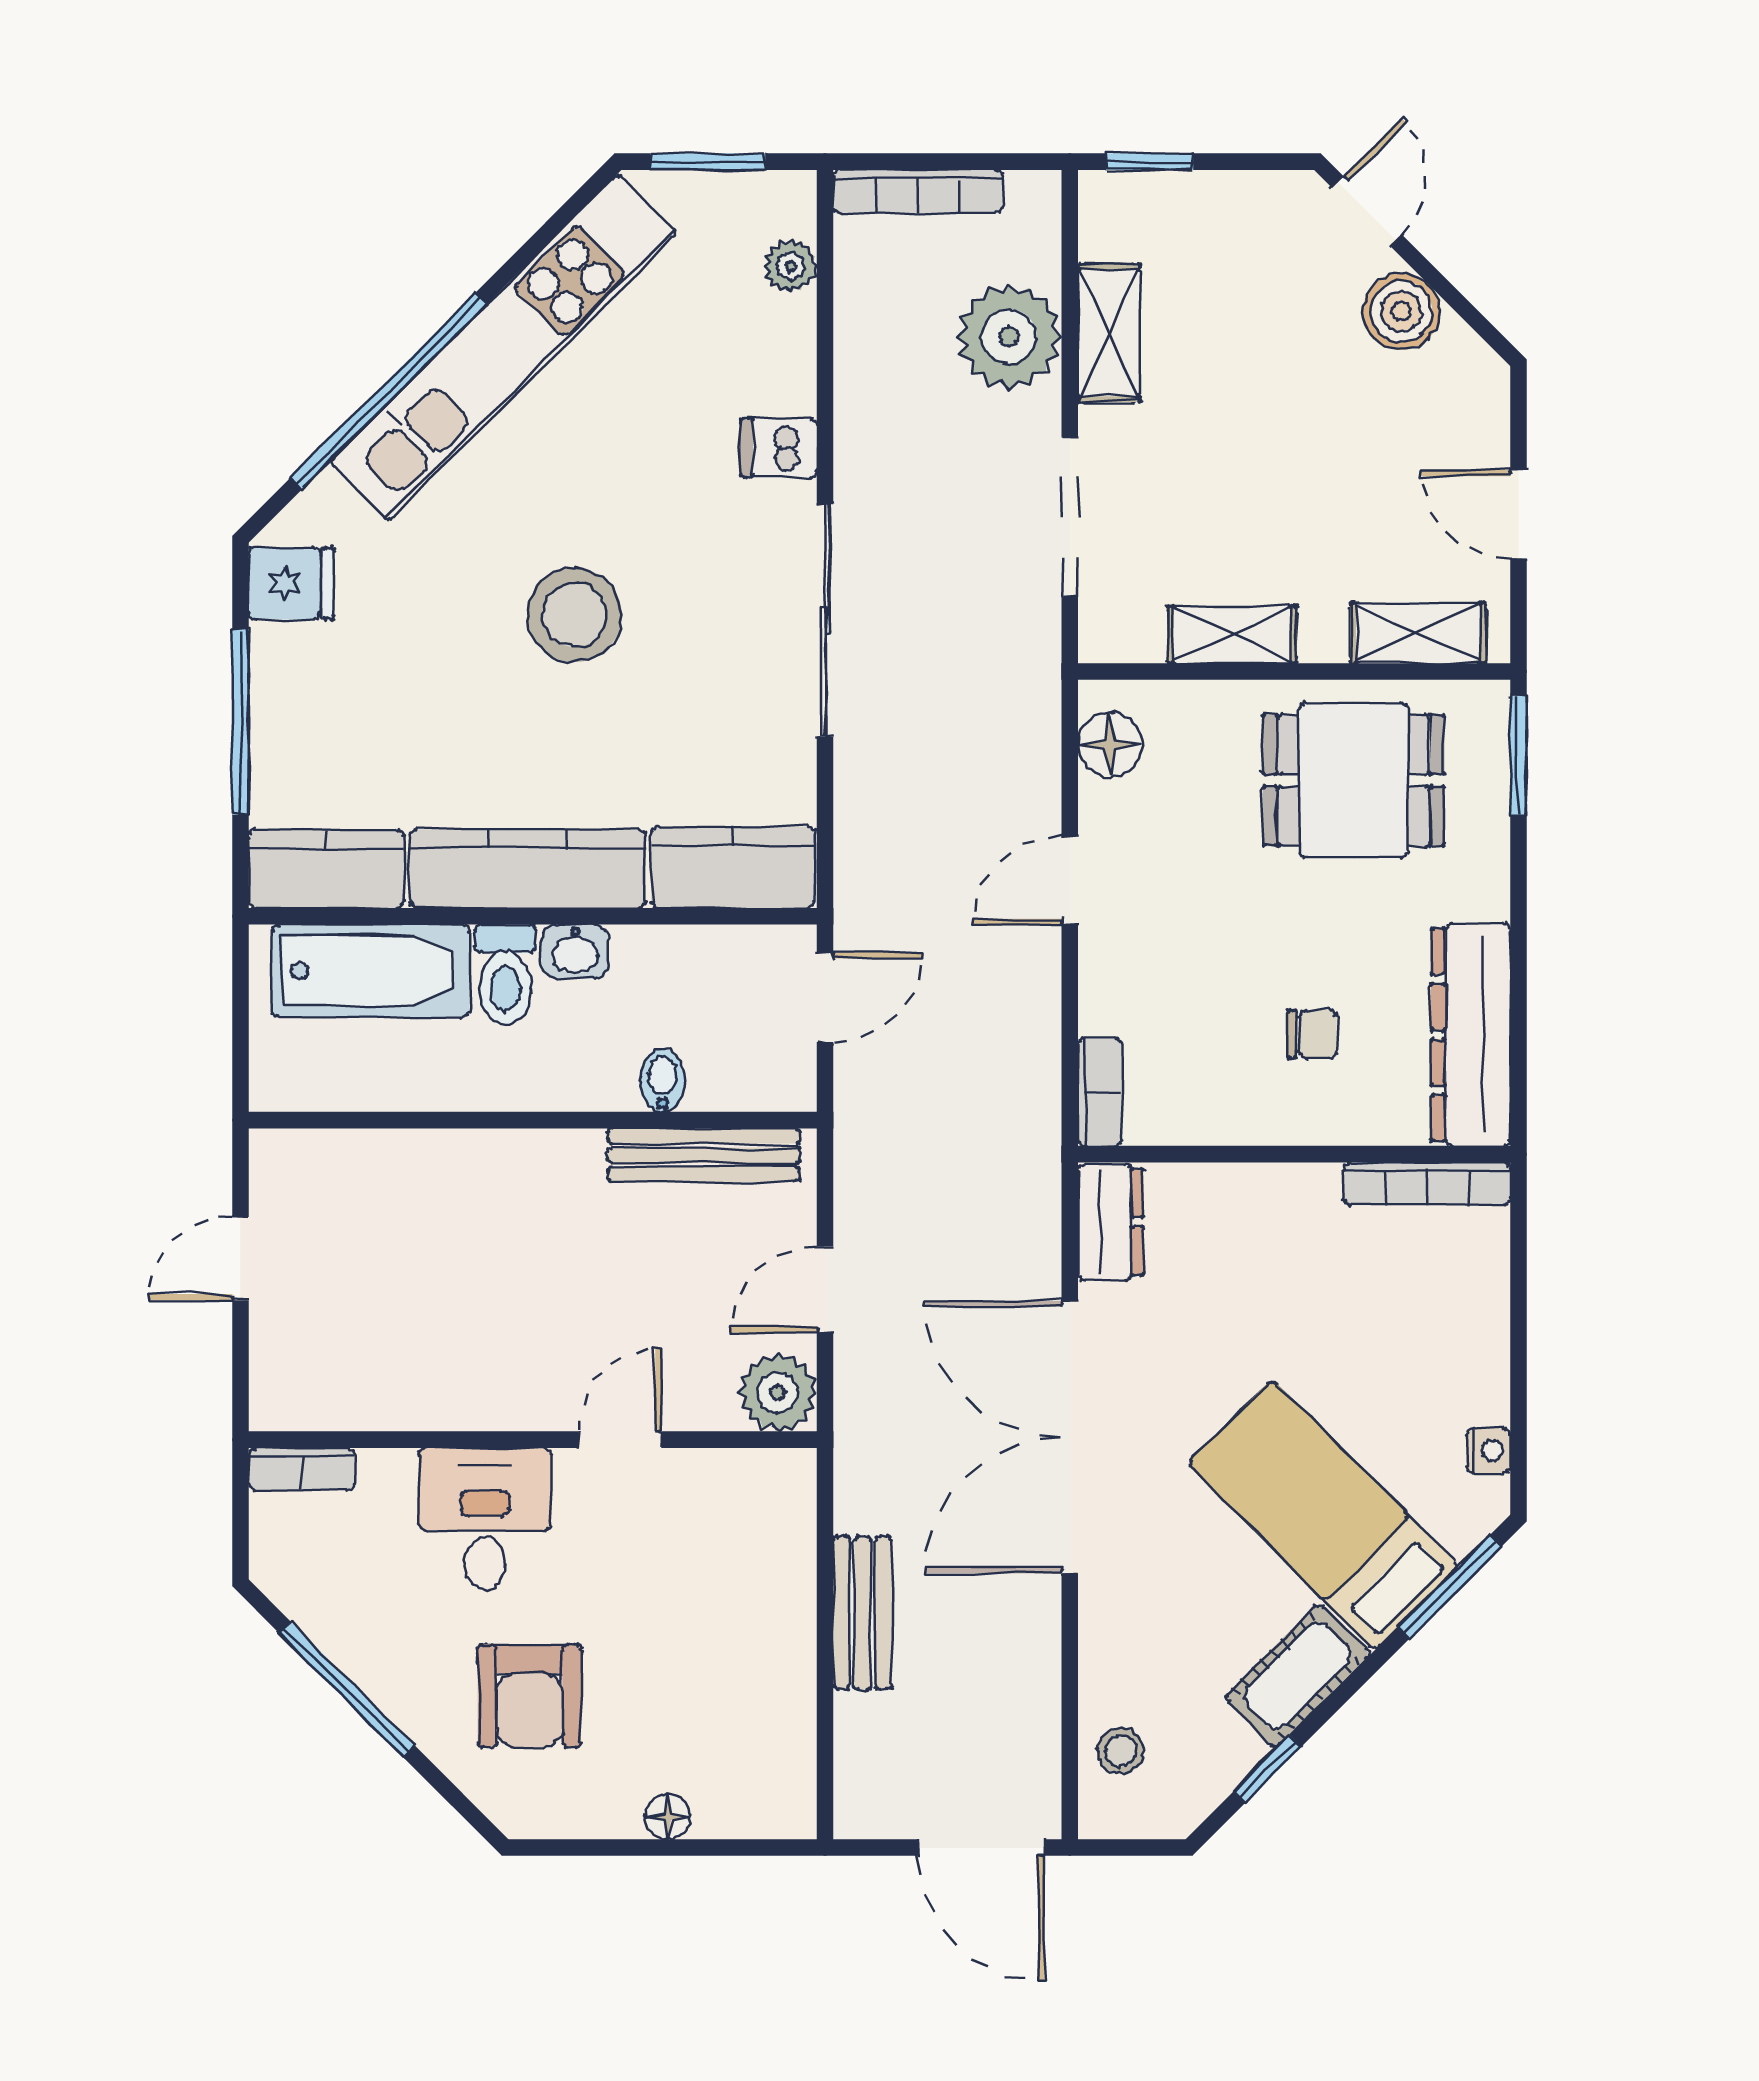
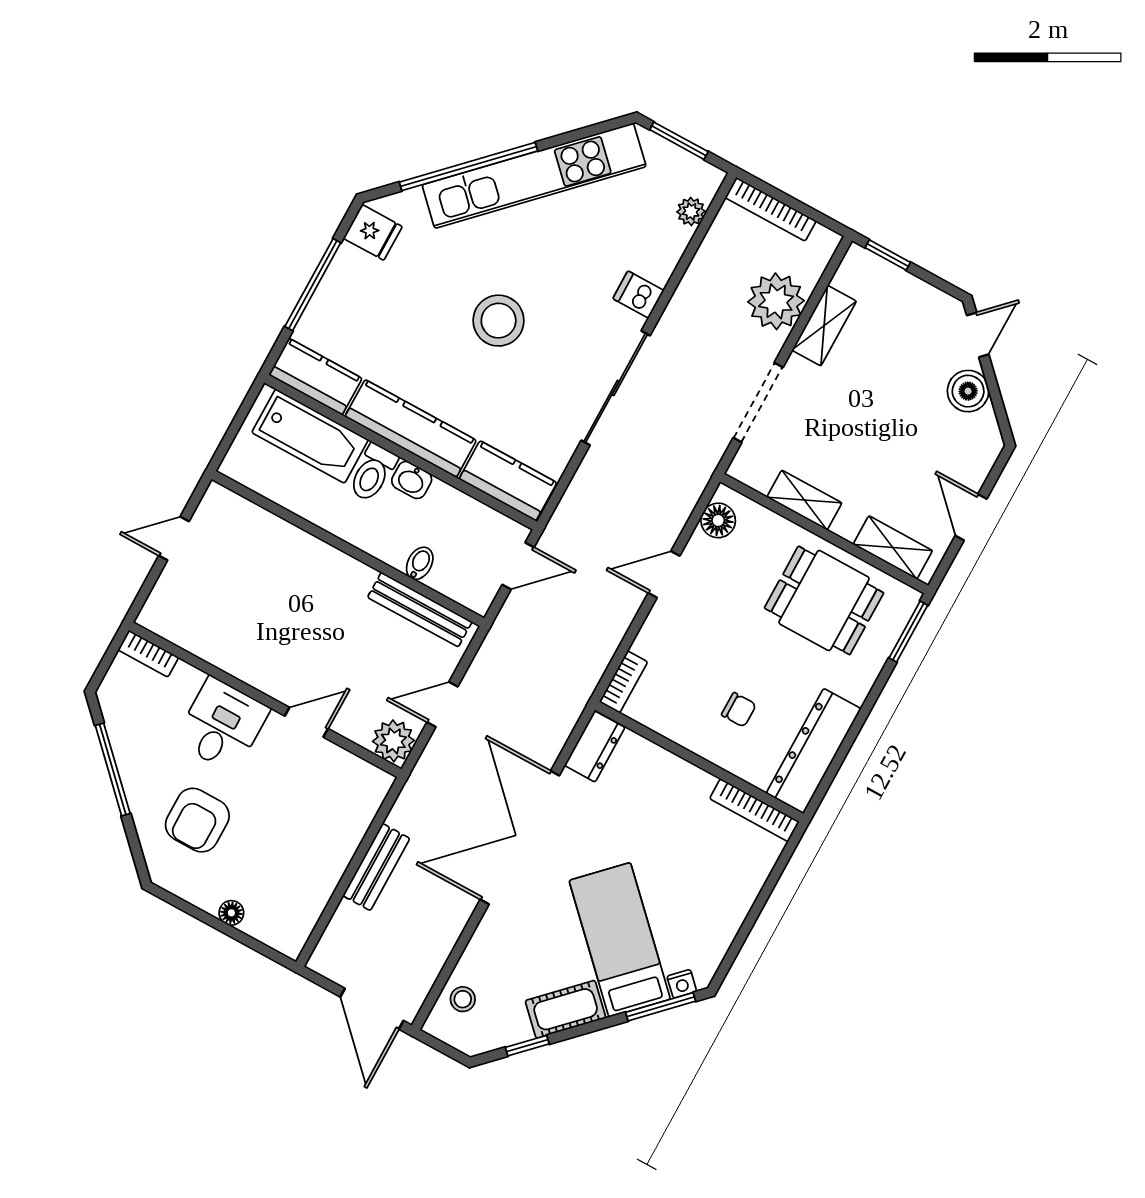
nightstand: (1489, 1451) -> (682, 984), moved, turned 45

